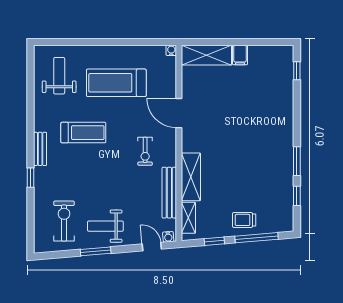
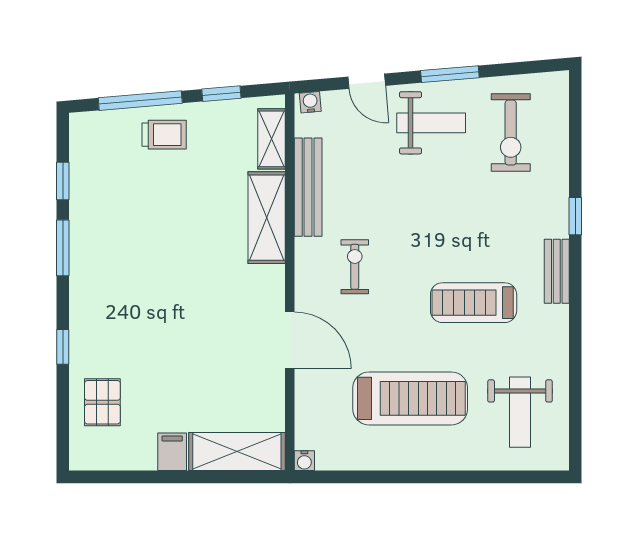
window: (297, 71) -> (63, 347), moved
pallet: (276, 81) -> (102, 402), added
door: (152, 247) -> (367, 81), moved

